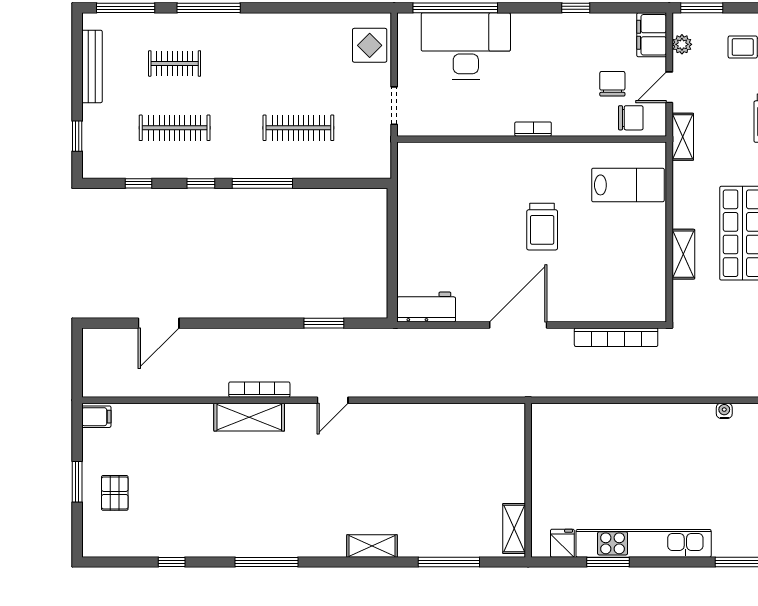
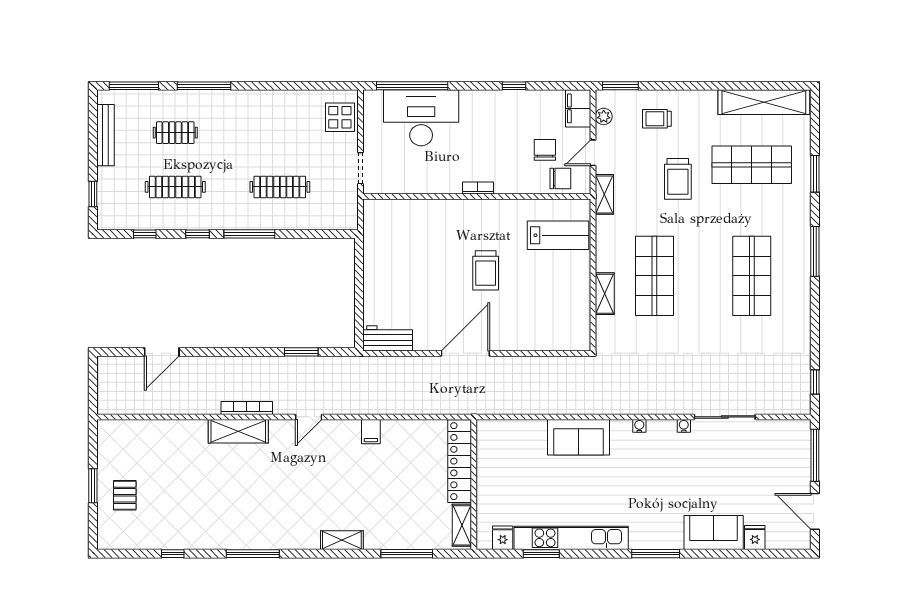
bookcase: (616, 337) -> (548, 364), removed
filing cabinet: (96, 417) -> (371, 432), moved, turned 90
sofa: (652, 424) -> (579, 437), added
locker: (511, 452) -> (460, 461), added

